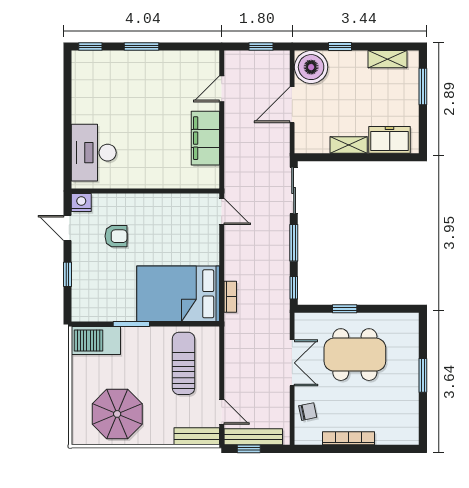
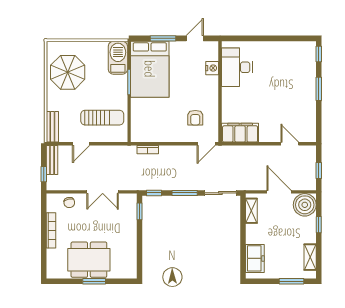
filing cabinet: (205, 138) -> (240, 133), moved
shelving: (349, 145) -> (251, 211), moved
desk: (94, 153) -> (237, 67), moved, turned -90
nightstand: (81, 202) -> (212, 68), moved
armchair: (116, 236) -> (195, 118), moved
window: (67, 274) -> (163, 38), width x1.50
bed: (178, 294) -> (150, 69), moved, turned 180
window: (345, 309) -> (140, 211), moved
dining table: (355, 355) -> (89, 260), moved, turned 90
door: (222, 412) -> (81, 144), moved
bench: (253, 437) -> (52, 160), width x0.73
window: (249, 449) -> (44, 174), moved

